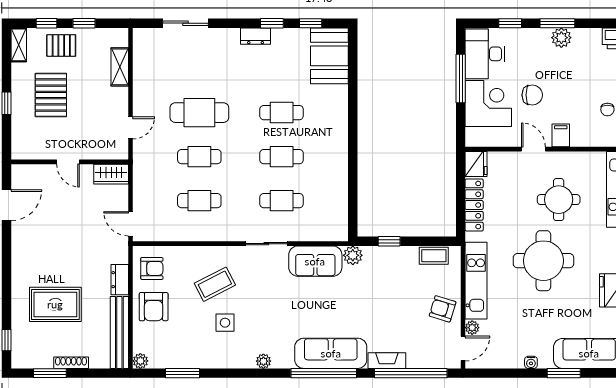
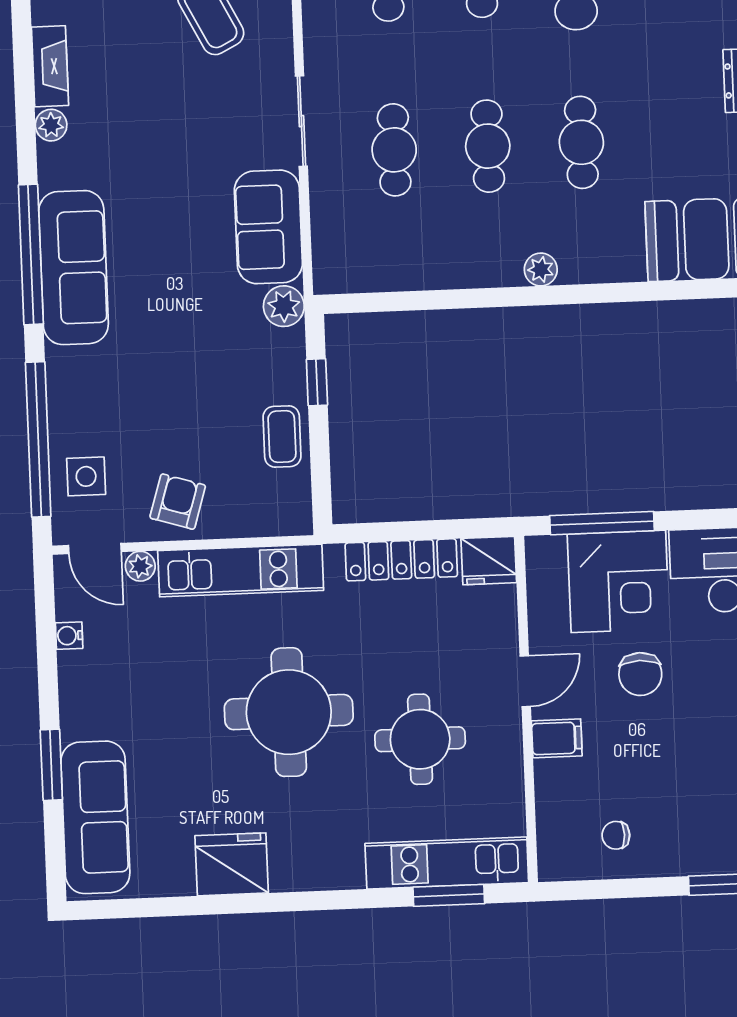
window: (461, 79) -> (602, 523), moved
plant: (340, 134) -> (541, 269), added
coffee table: (434, 256) -> (282, 436), moved
side table: (225, 323) -> (86, 476), moved
fireplace: (387, 361) -> (50, 66), moved
water cooler: (531, 362) -> (69, 636), moved

